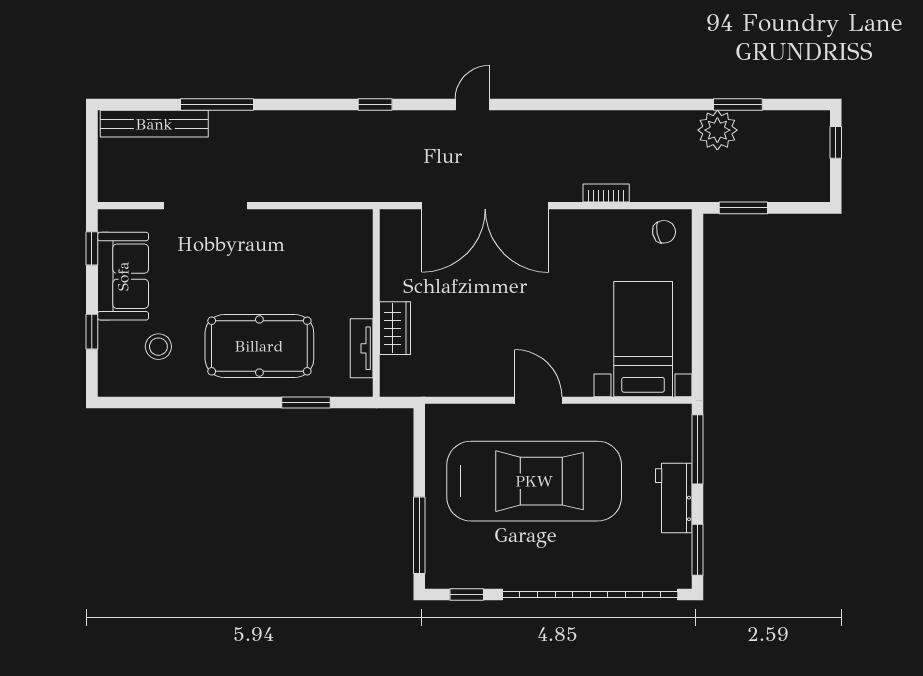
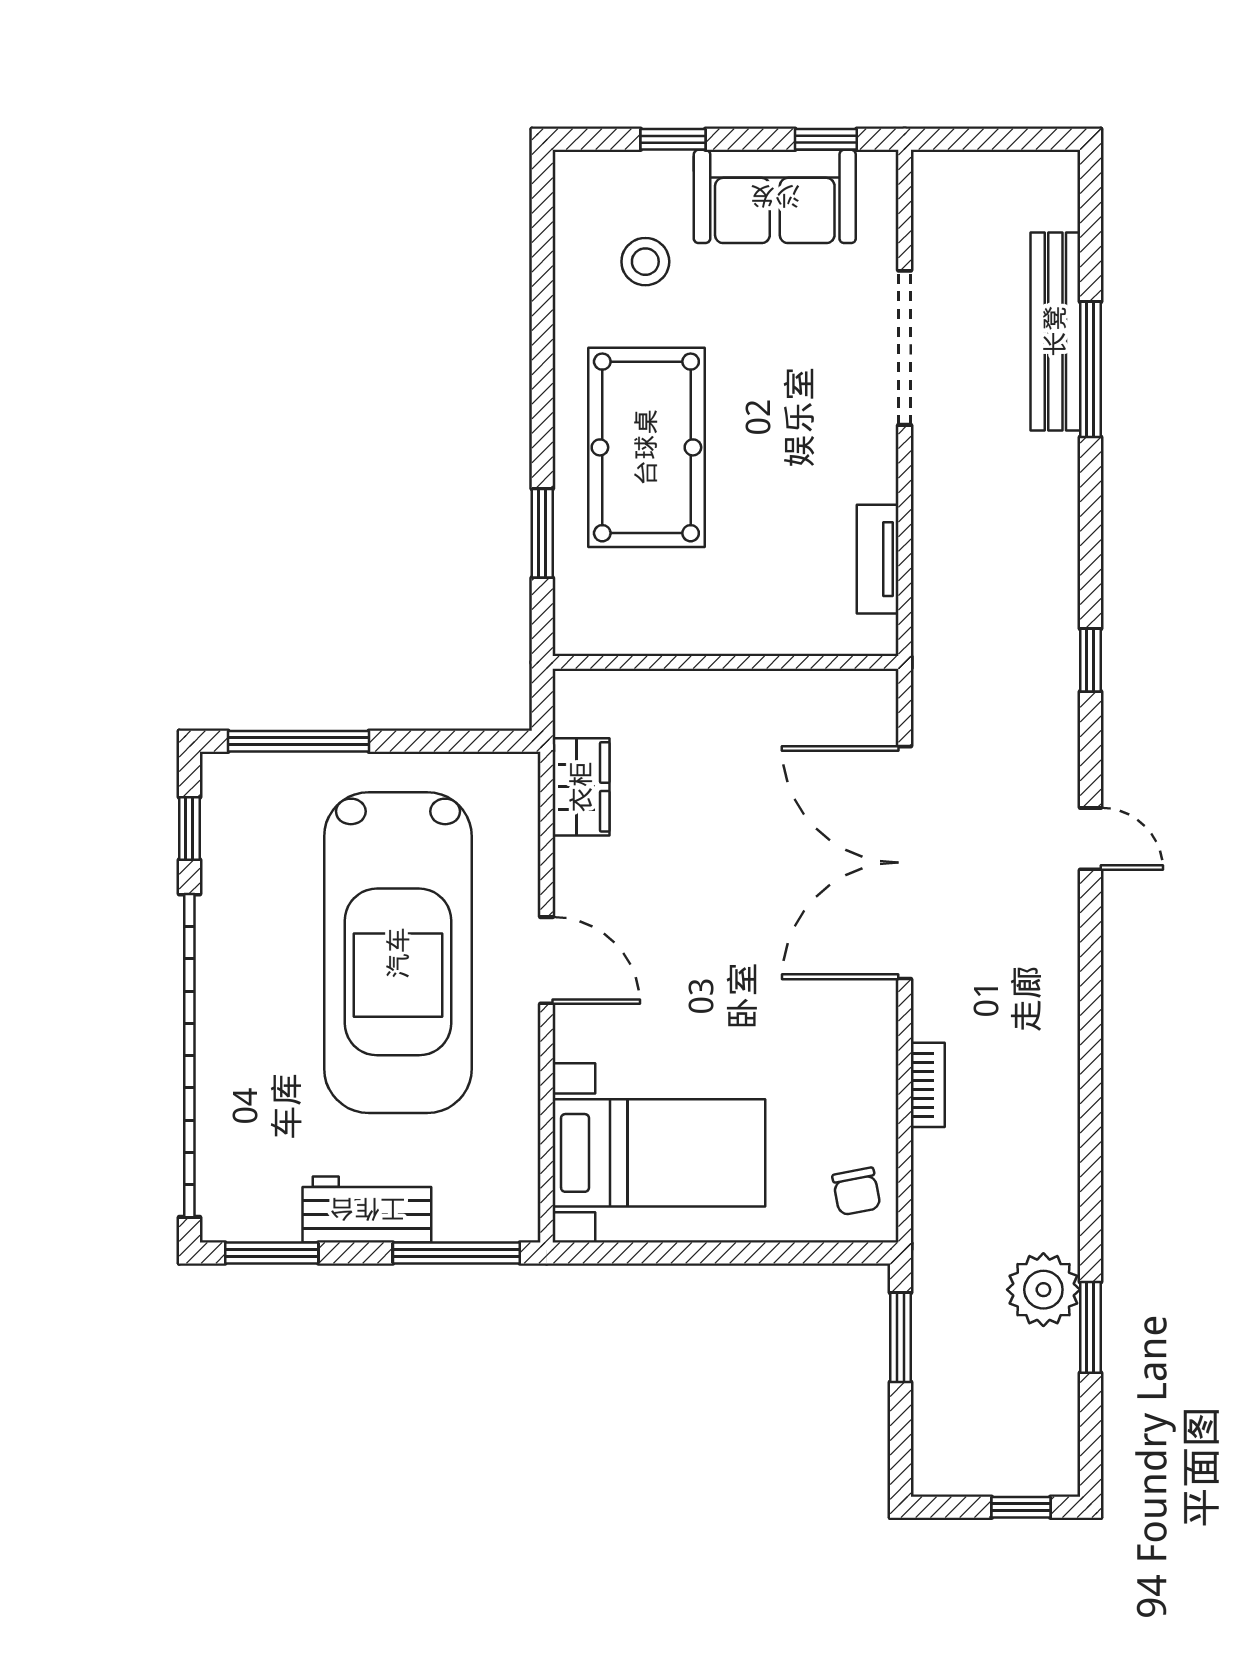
bench: (154, 124) -> (1055, 331), moved
wardrobe: (395, 328) -> (581, 787), moved, turned -90
tv unit: (362, 348) -> (878, 559), moved, turned -90
door: (538, 400) -> (547, 960), hinge flipped

